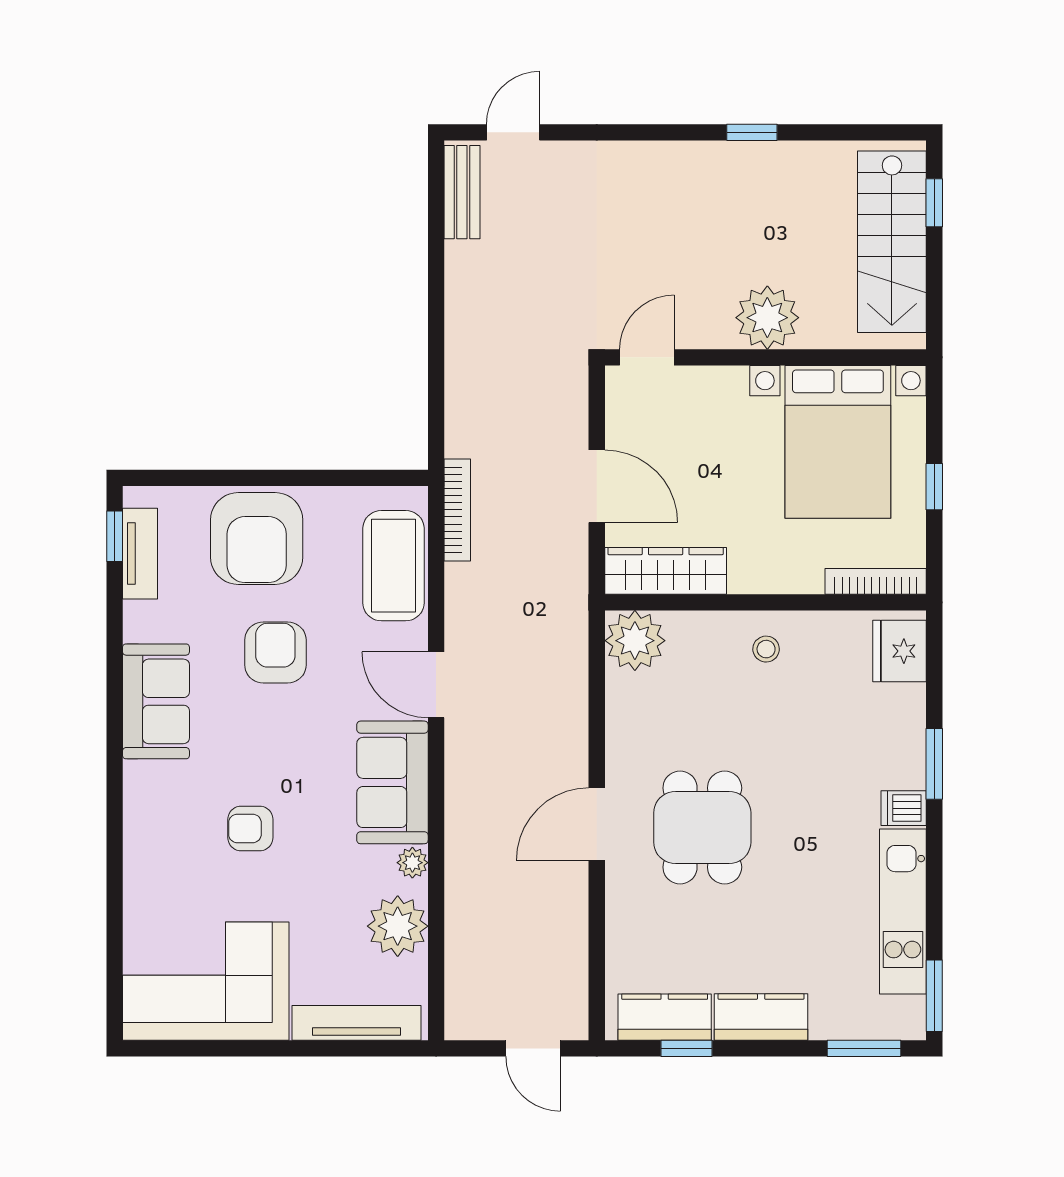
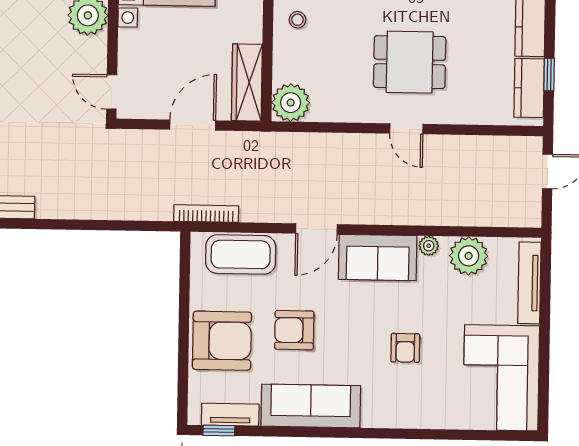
sofa: (156, 701) -> (311, 406), width x1.36
door: (597, 824) -> (406, 129), width x0.73

